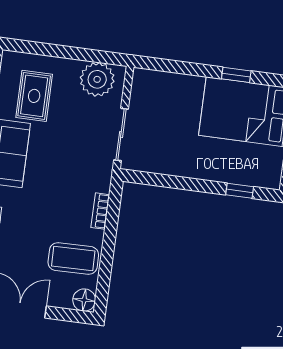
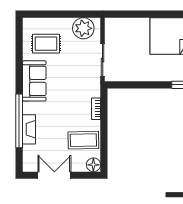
window: (236, 75) -> (168, 14), removed
rug: (34, 96) -> (46, 44), turned 90

